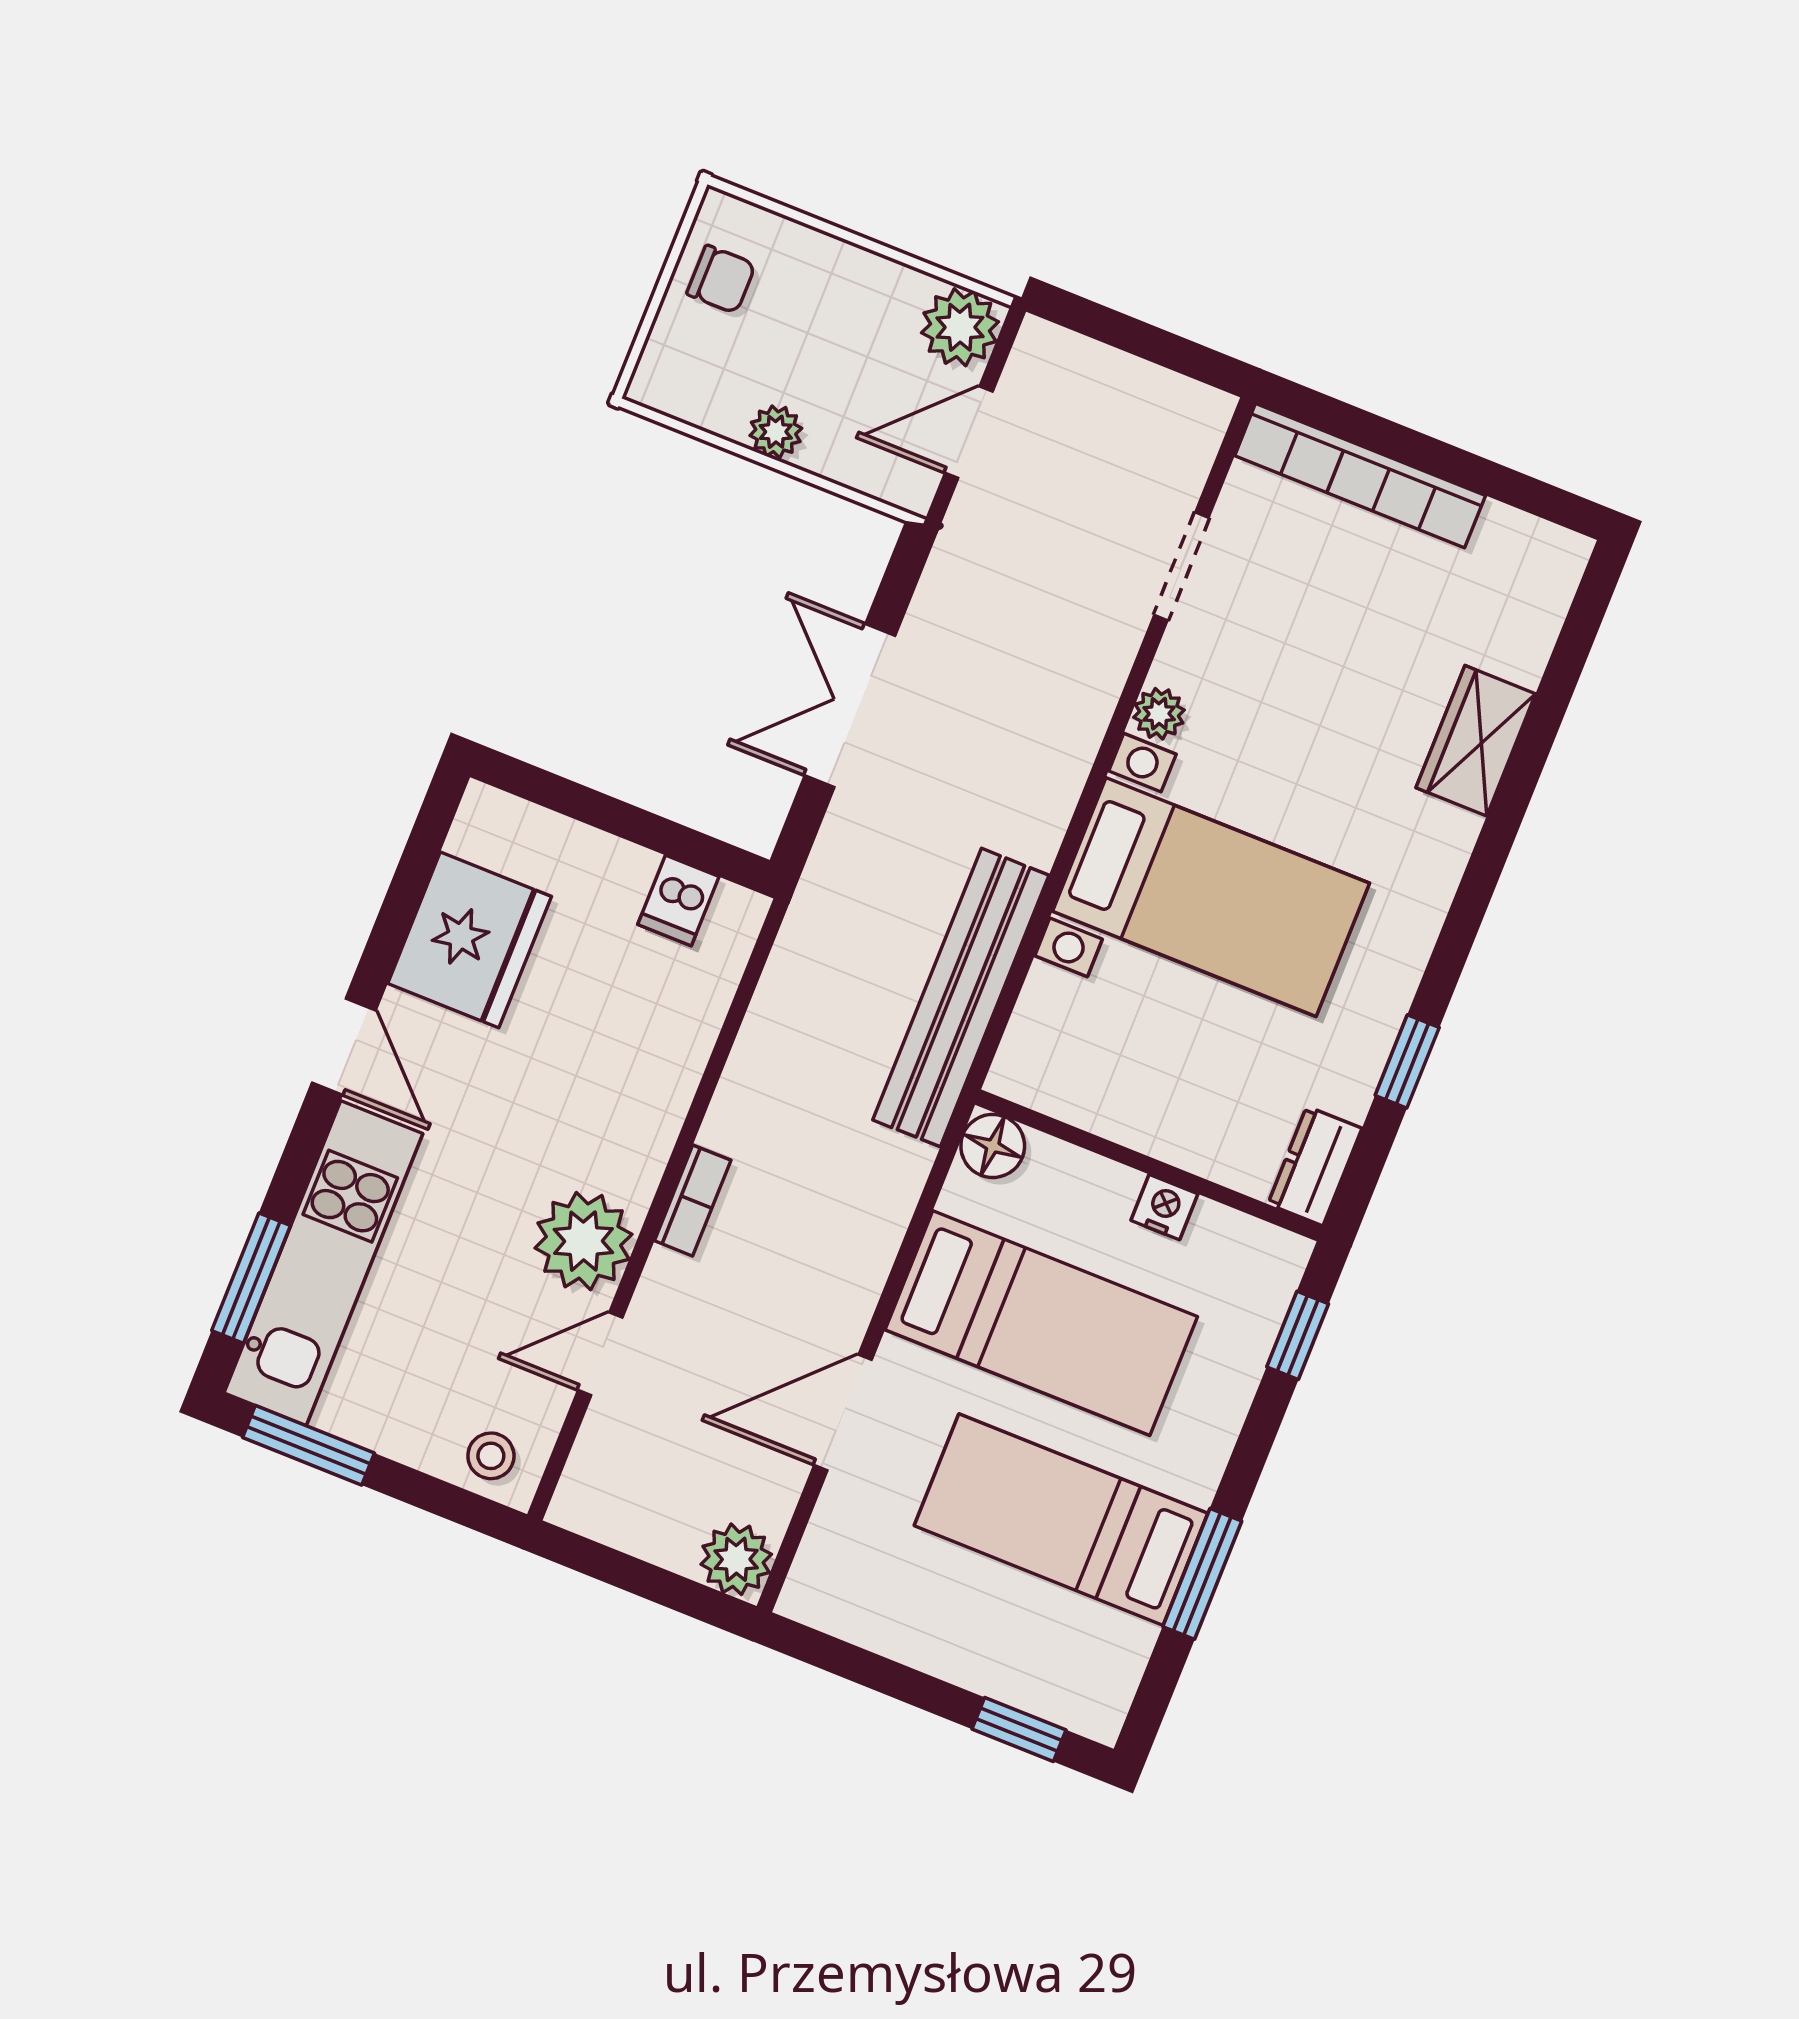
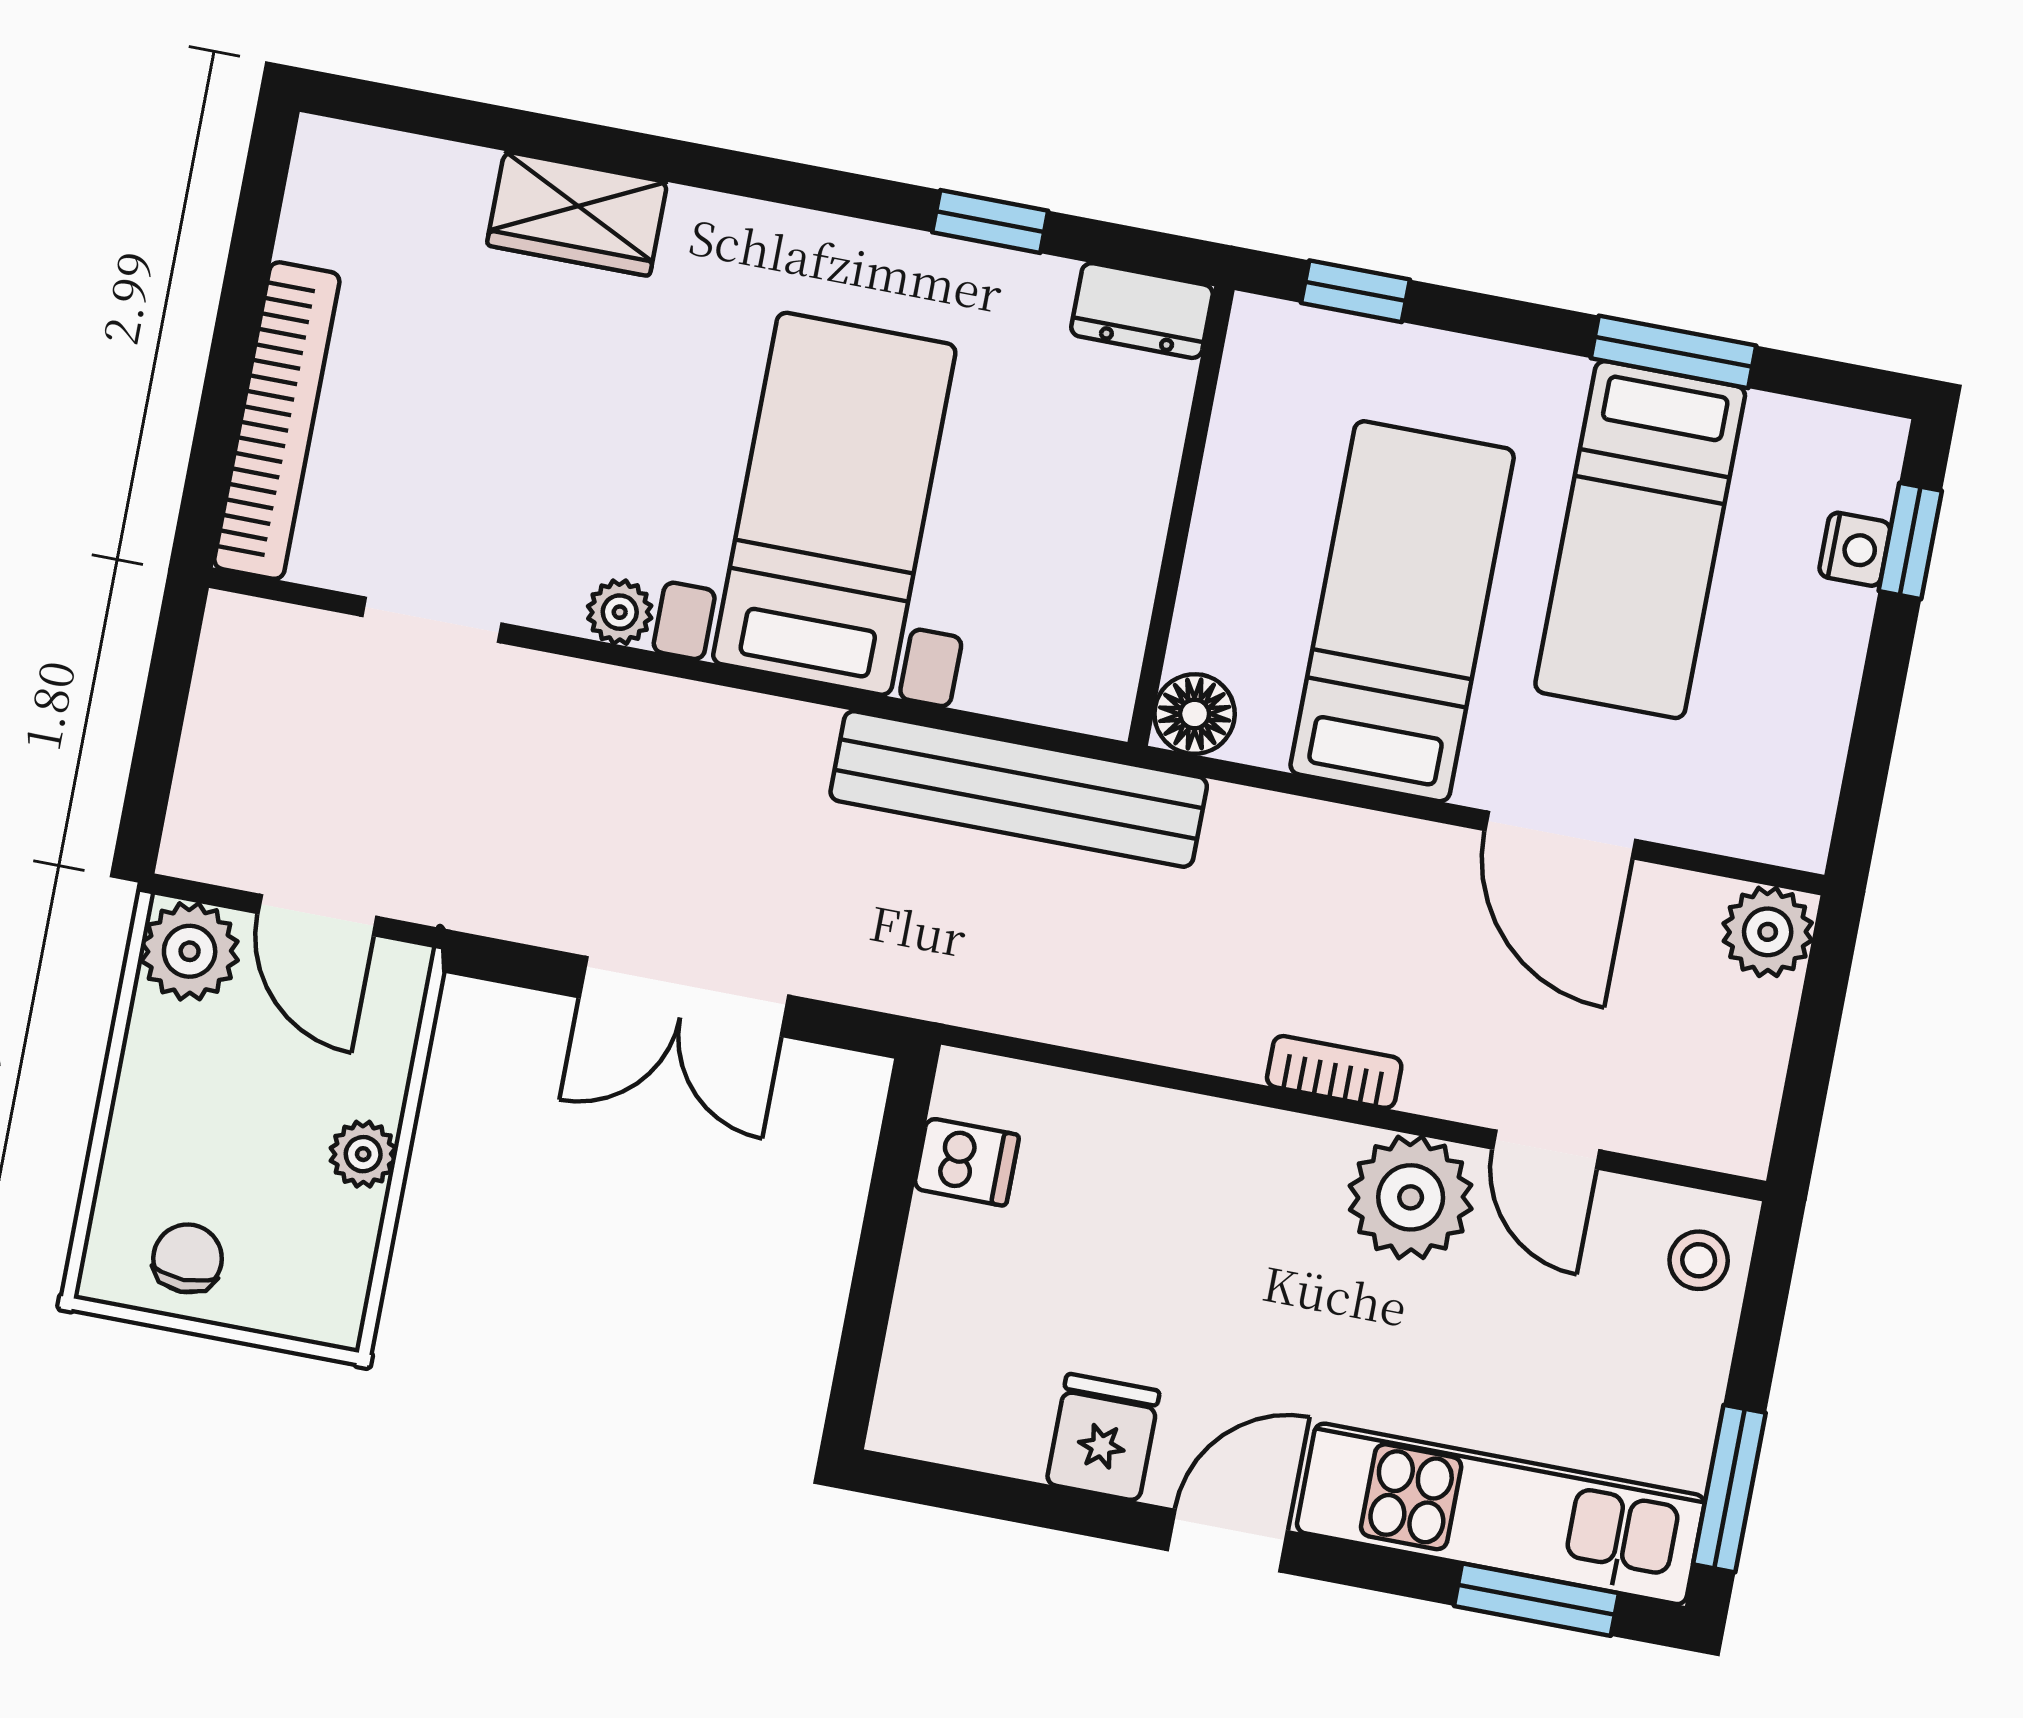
fridge: (470, 940) -> (1103, 1437), width x0.53, depth x0.75
nightstand: (1164, 1207) -> (1855, 549), moved, turned 180

